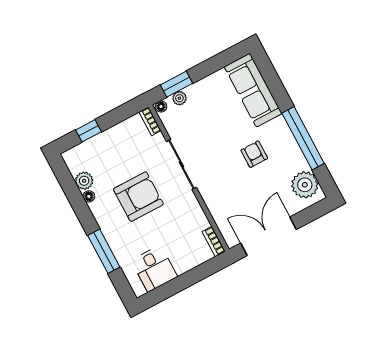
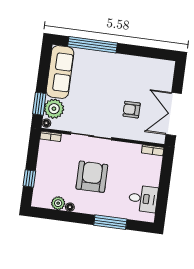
sofa: (253, 90) -> (60, 72), moved, turned -90
plant: (179, 98) -> (54, 109), width x1.88, depth x1.88
window: (303, 138) -> (93, 45), moved
armchair: (254, 154) -> (132, 110), moved
plant: (305, 185) -> (158, 69), removed

